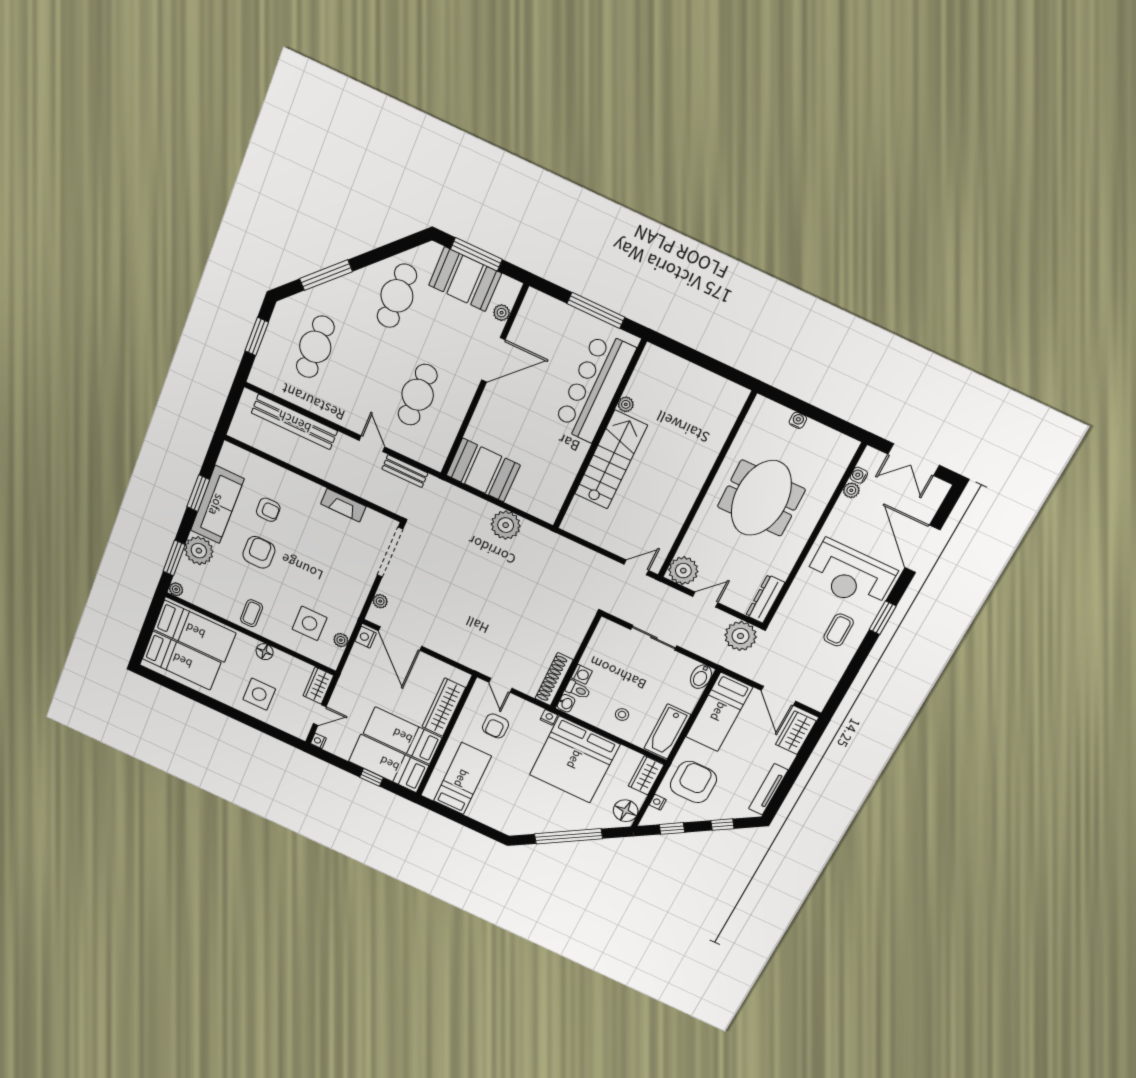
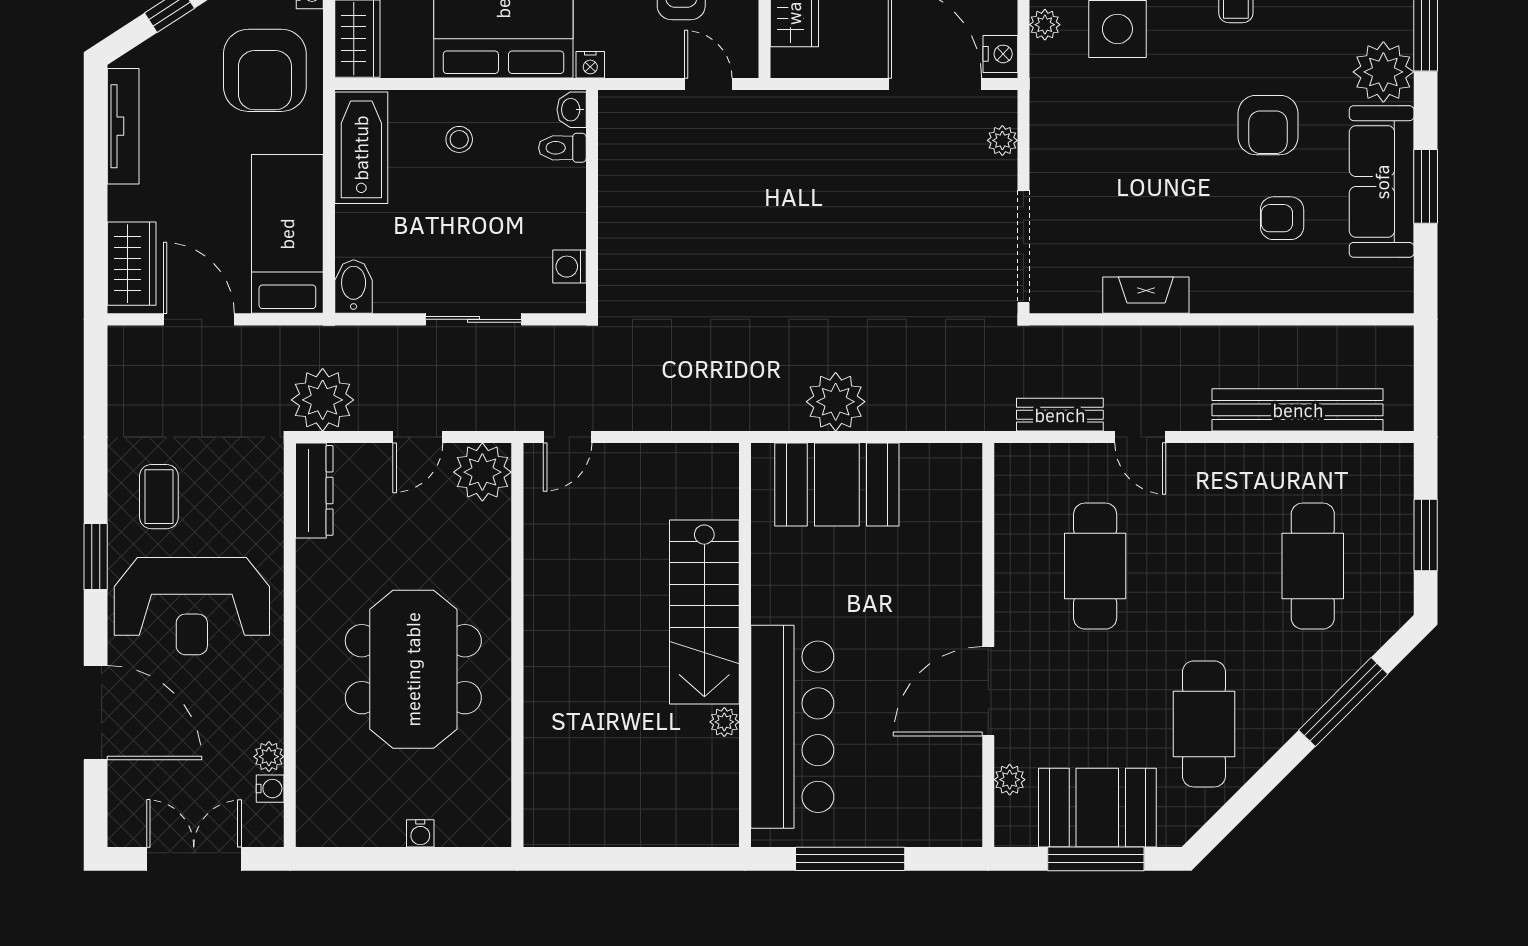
booth: (483, 470) -> (837, 485), moved
reception desk: (850, 575) -> (192, 606), turned 180
washing machine: (582, 674) -> (569, 267), moved
shoe rack: (554, 679) -> (615, 147), removed

